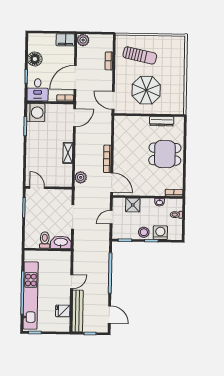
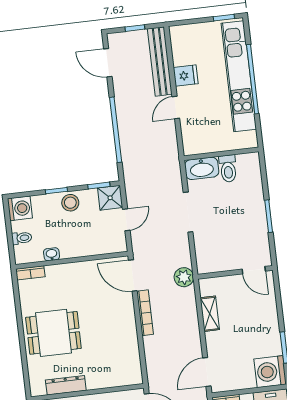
door: (37, 188) -> (254, 270), moved
wall: (49, 188) -> (235, 272), moved
shower: (133, 205) -> (110, 198), moved
washing machine: (160, 233) -> (20, 208), moved, turned -90
fridge: (63, 311) -> (186, 76), moved

